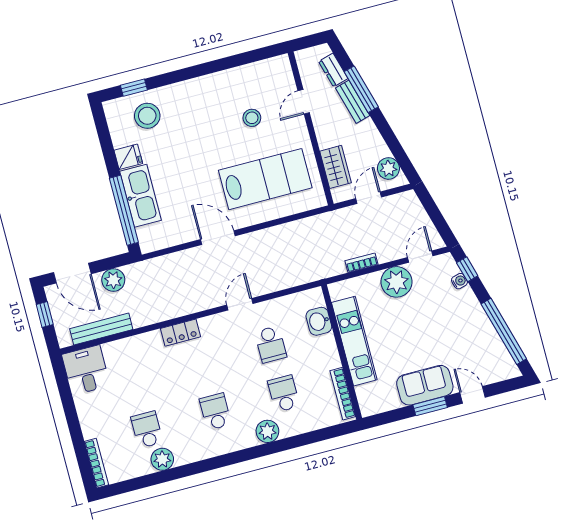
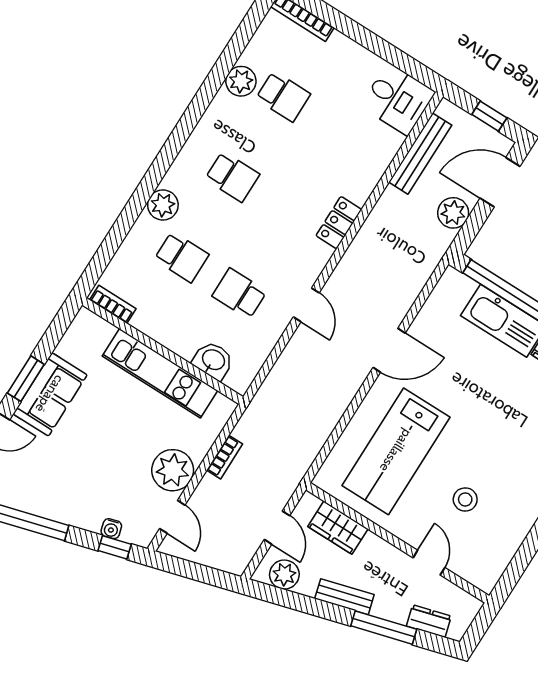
bench: (353, 102) -> (344, 597), moved
bookcase: (343, 394) -> (113, 304), width x0.64

